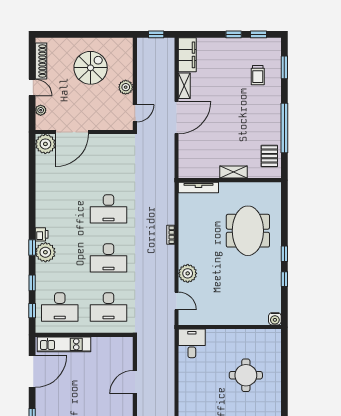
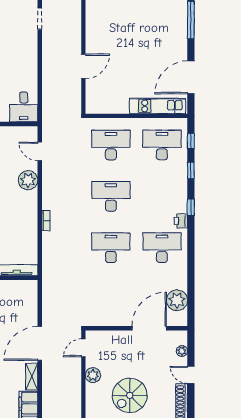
plant: (45, 144) -> (177, 300), moved
desk: (60, 209) -> (162, 248), added
plant: (45, 252) -> (177, 202), removed

